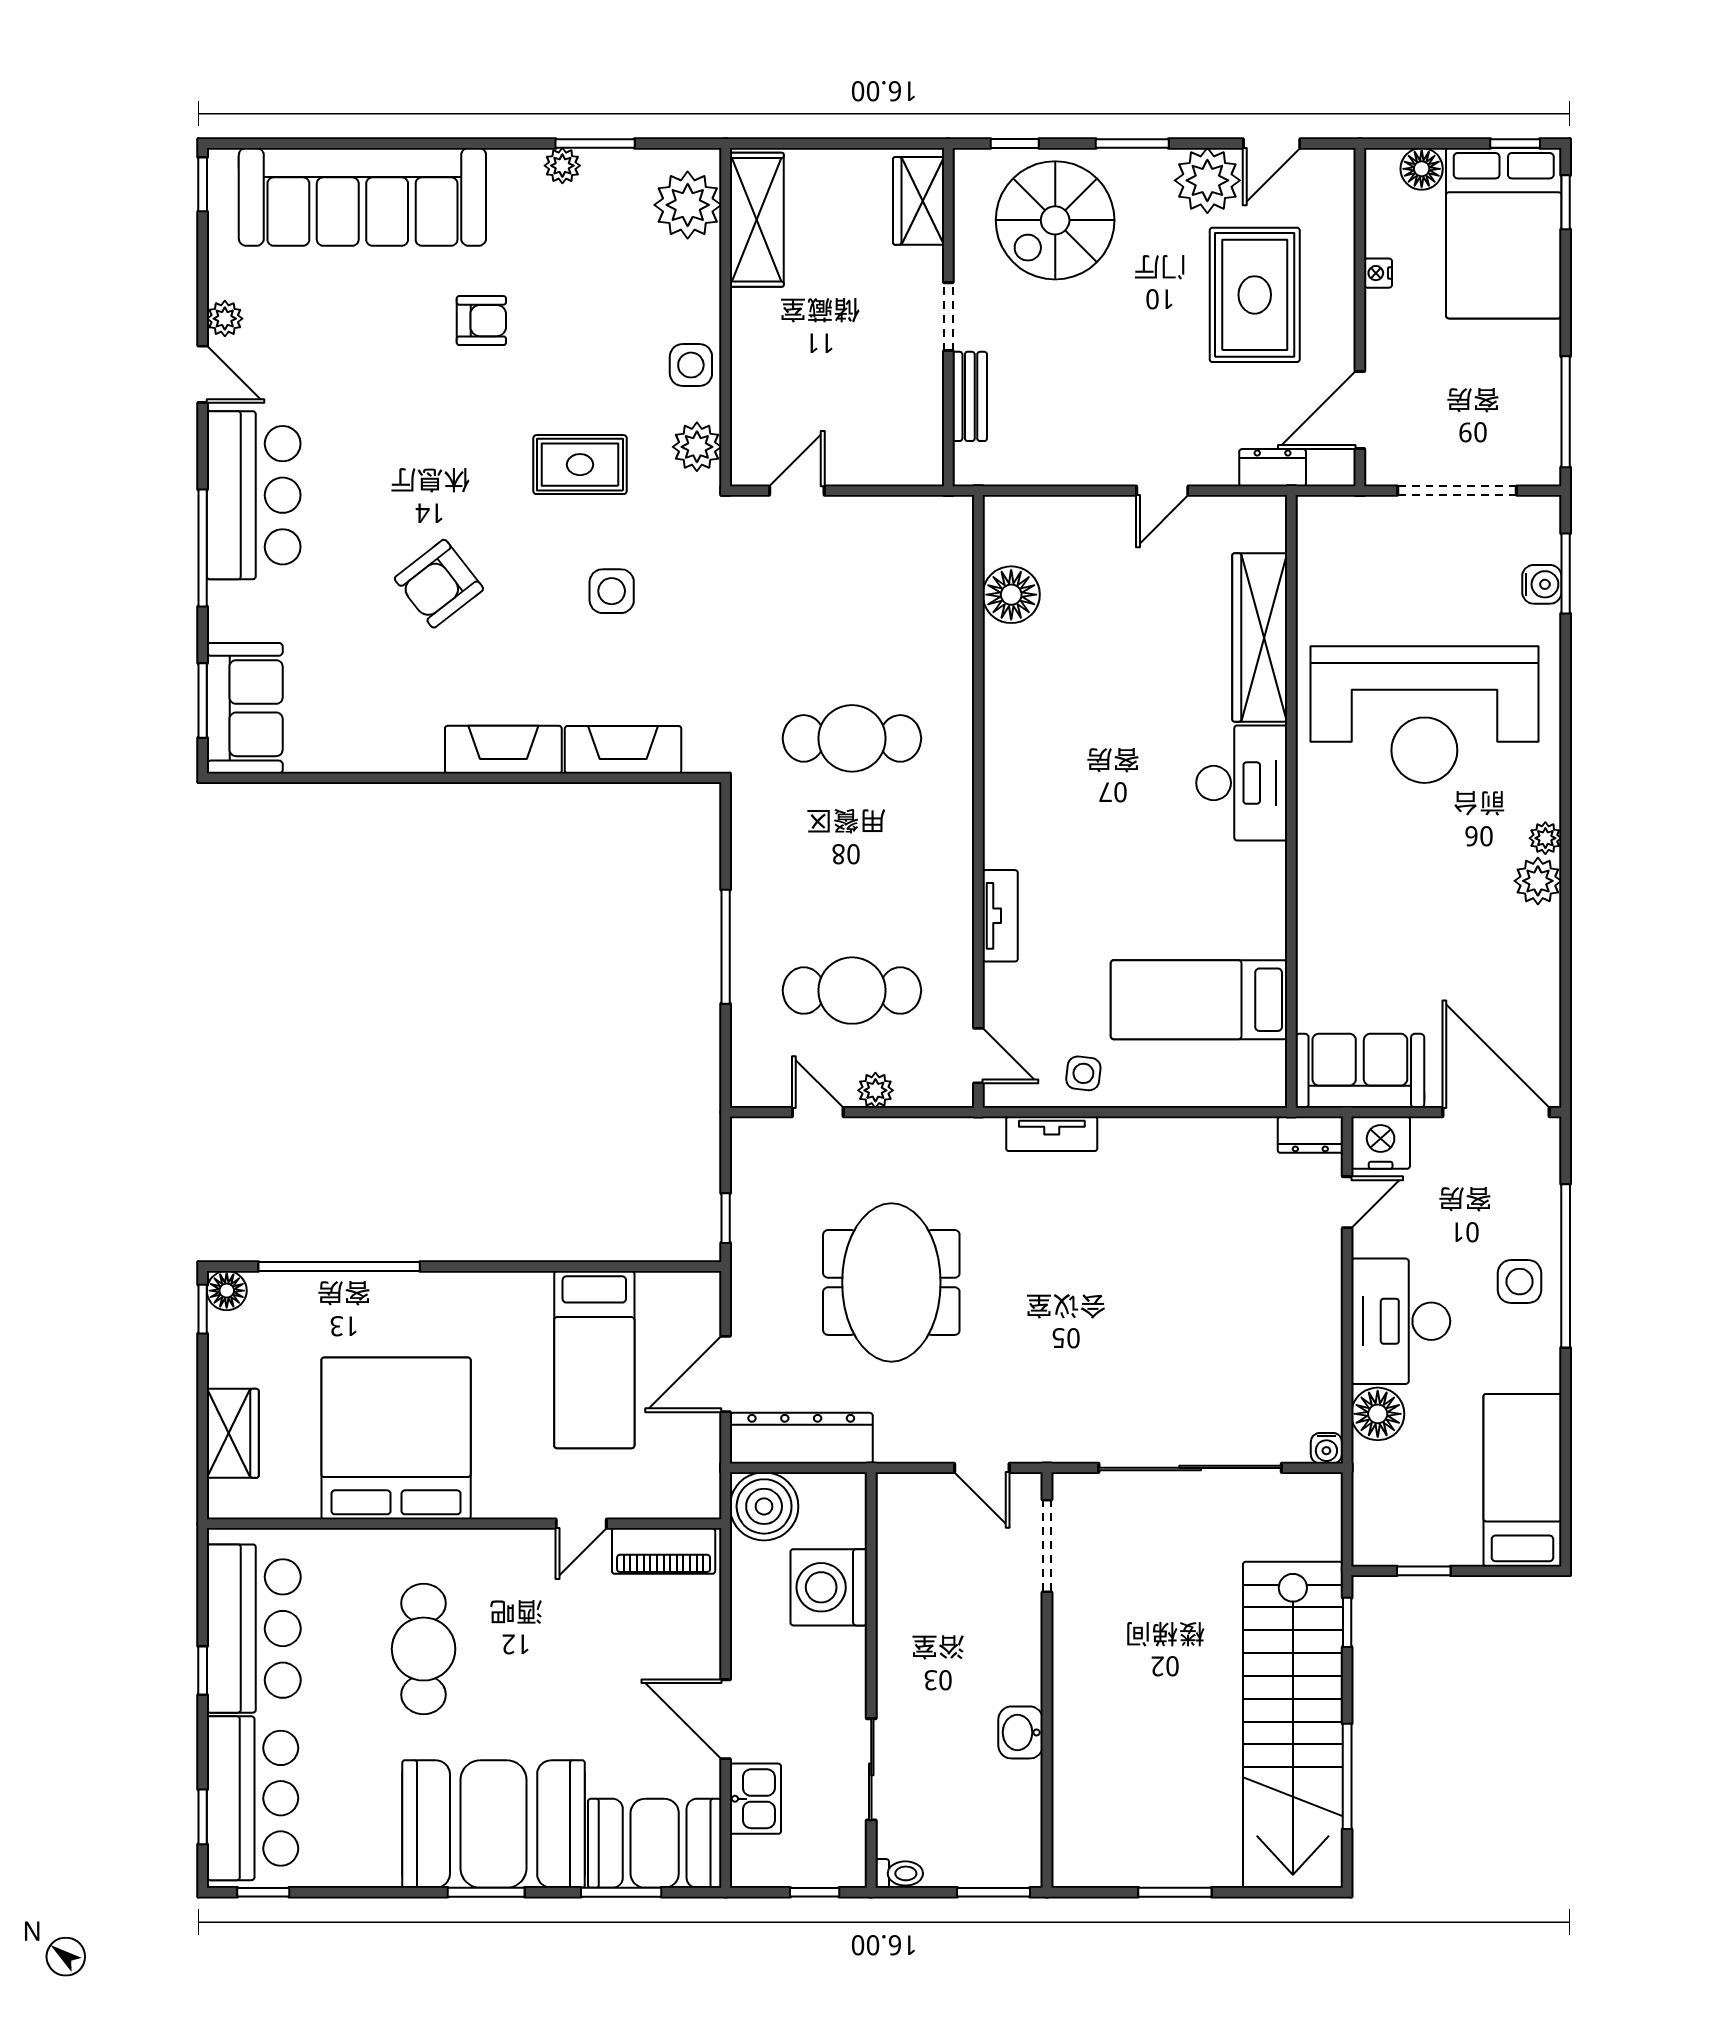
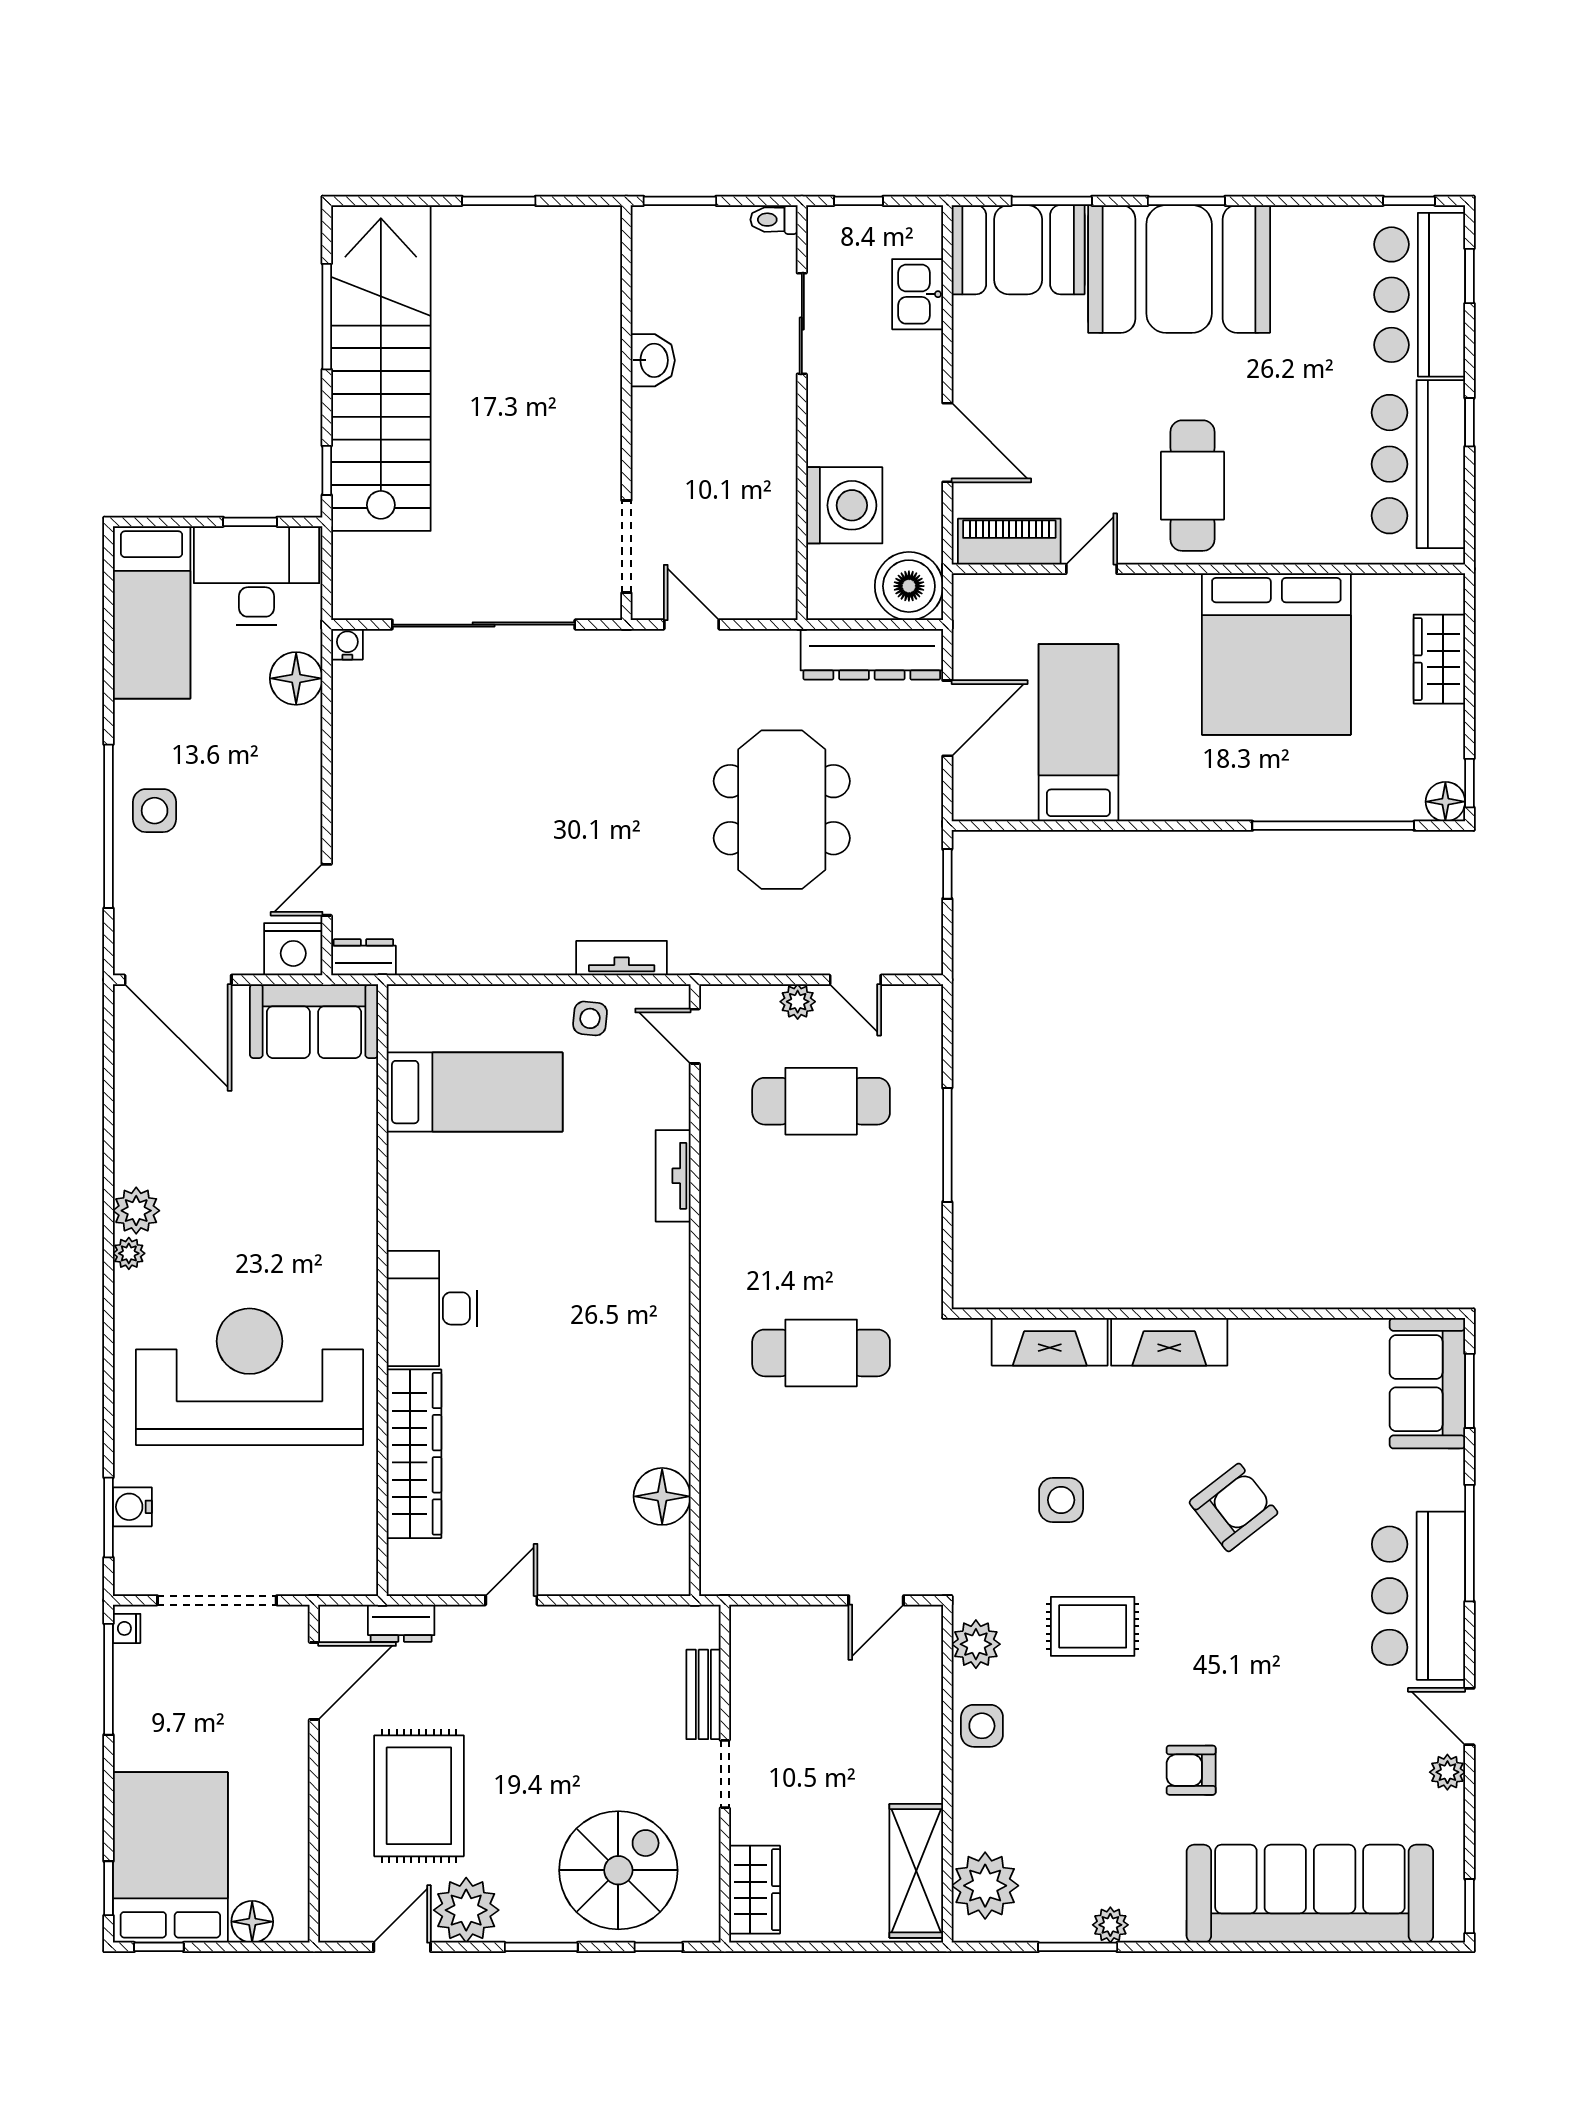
nightstand: (1378, 273) -> (127, 1628), moved, turned 180
desk: (1401, 1321) -> (257, 575), moved, turned -90
cafe table: (424, 1649) -> (1193, 486), moved
door: (726, 1719) -> (947, 443), moved

